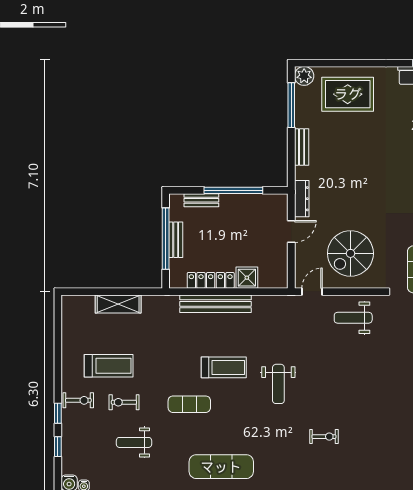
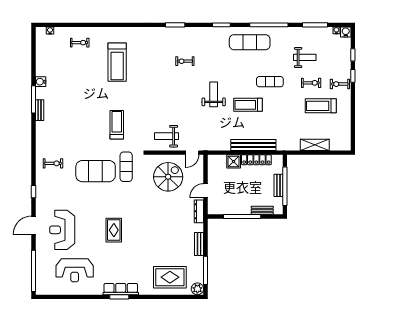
weight bench: (353, 318) -> (166, 136), turned 180

